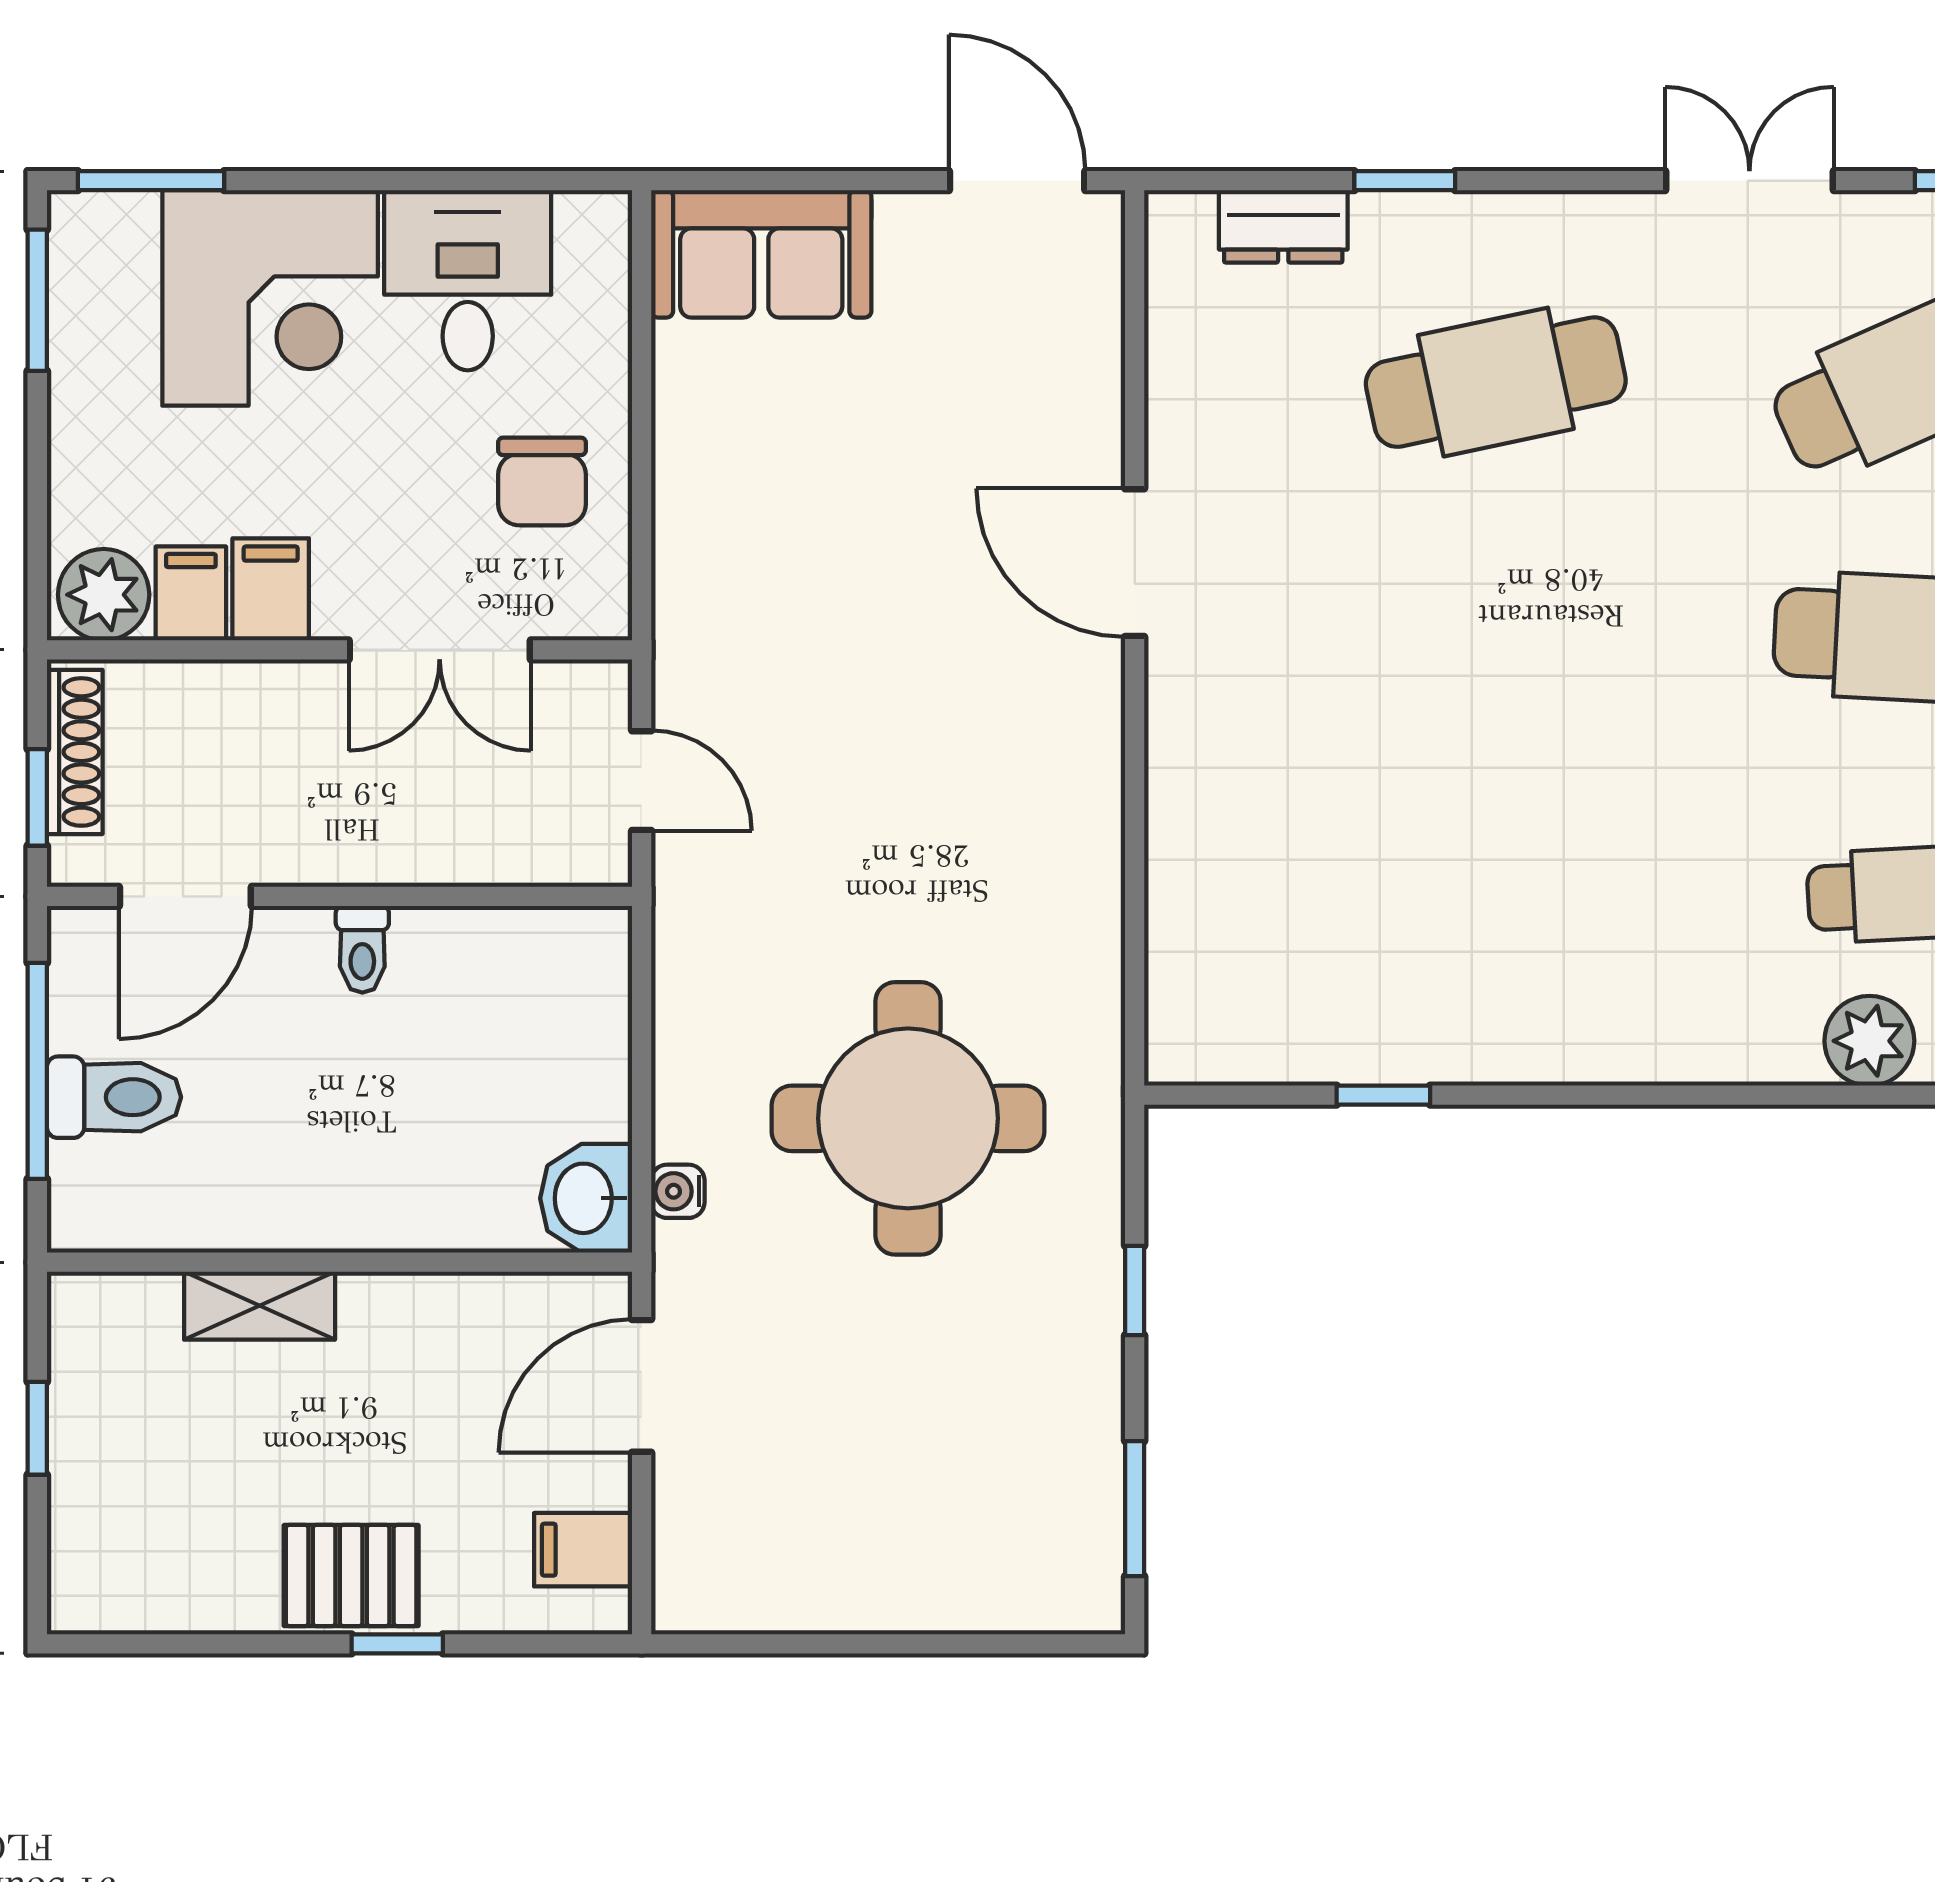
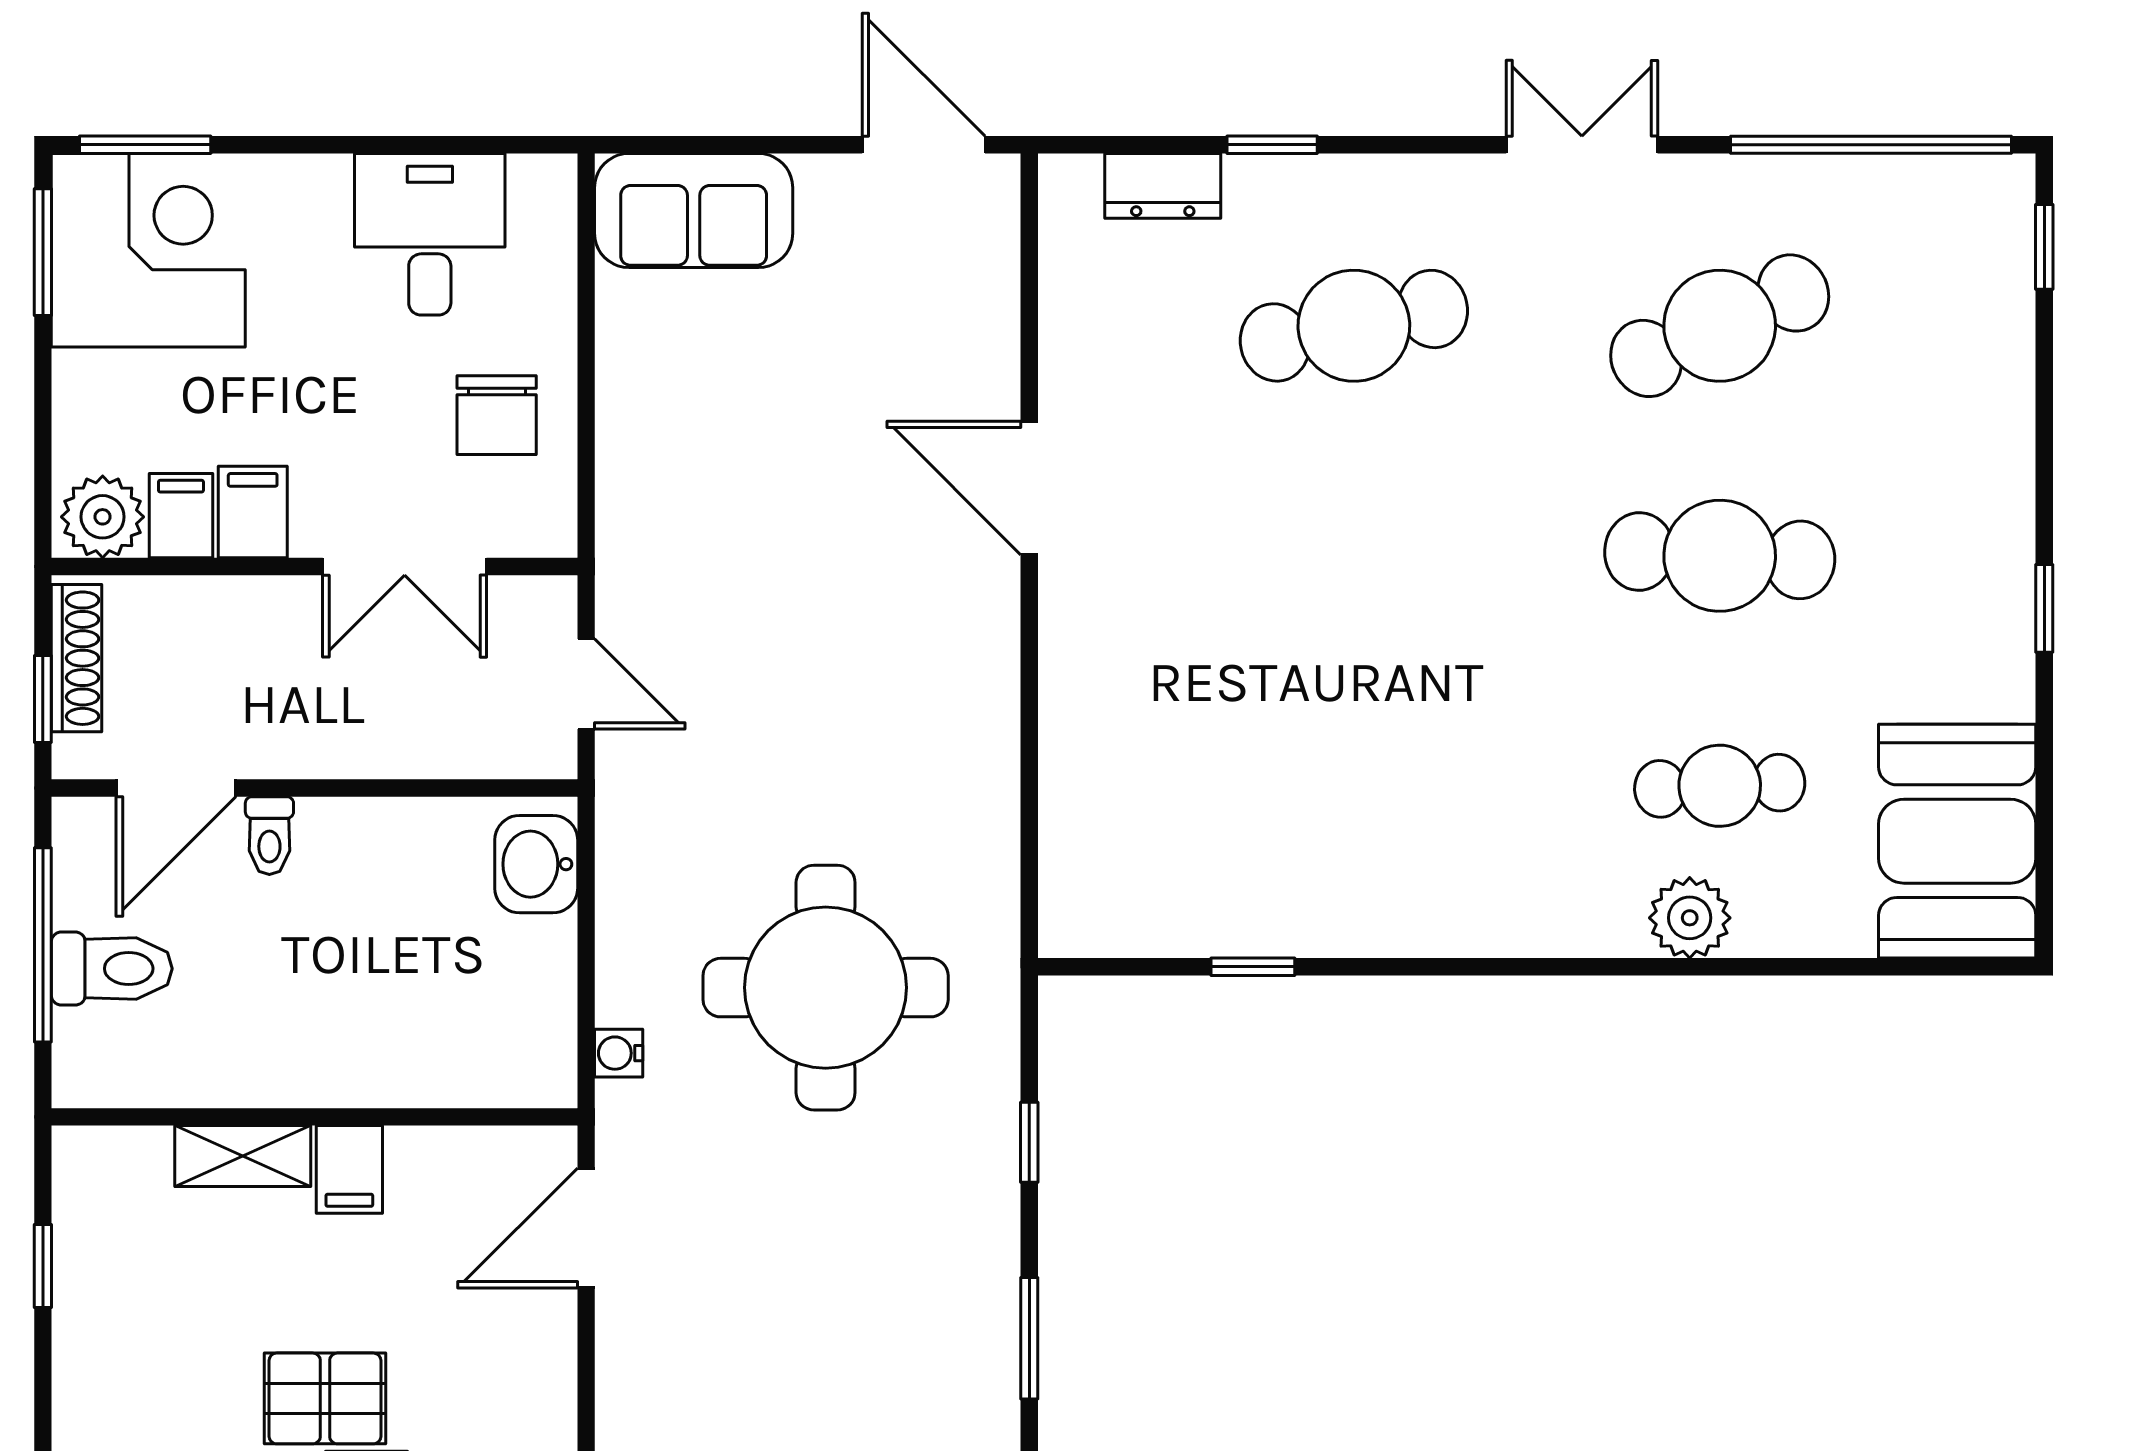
corner desk: (270, 298) -> (148, 250), moved, turned -90
toilet: (362, 949) -> (269, 836), moved
washbasin: (586, 1198) -> (536, 864), moved
filing cabinet: (583, 1550) -> (349, 1169), moved, turned -90

